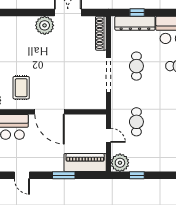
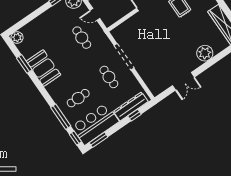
plant: (45, 25) -> (205, 53), moved
shoe rack: (101, 33) -> (150, 83), removed

